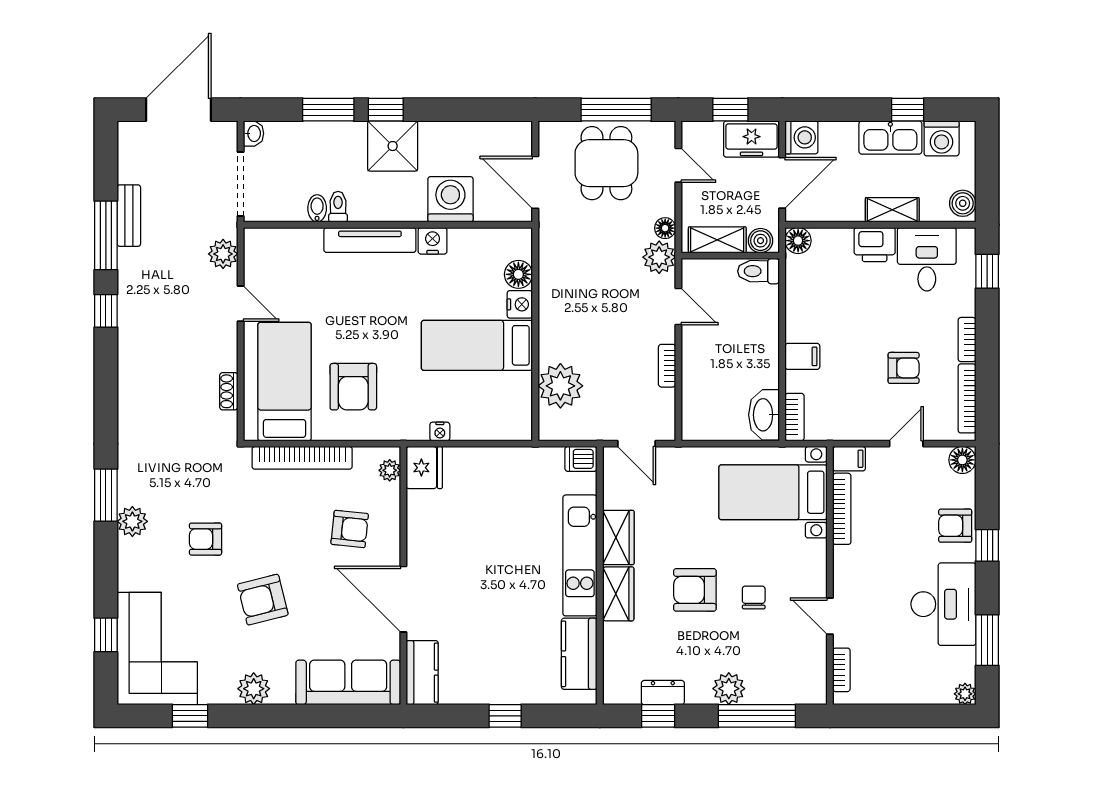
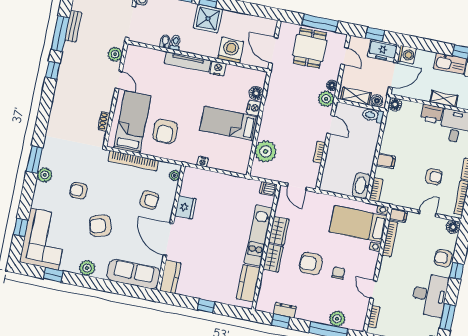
fridge: (424, 468) -> (185, 207), moved
plant: (729, 689) -> (337, 319), moved

